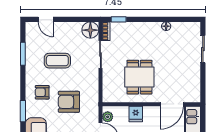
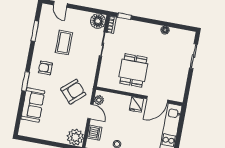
coffee table: (57, 61) -> (64, 43), turned 90
armchair: (69, 102) -> (73, 92), moved, turned 138
fridge: (136, 114) -> (136, 104), moved

